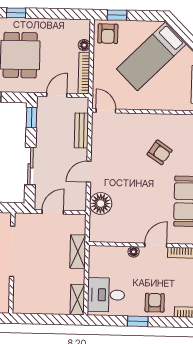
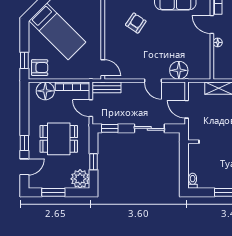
floor lamp: (84, 45) -> (45, 91), width x1.89, depth x1.89
door: (106, 111) -> (103, 68), swing flipped
bench: (81, 130) -> (107, 87), moved

